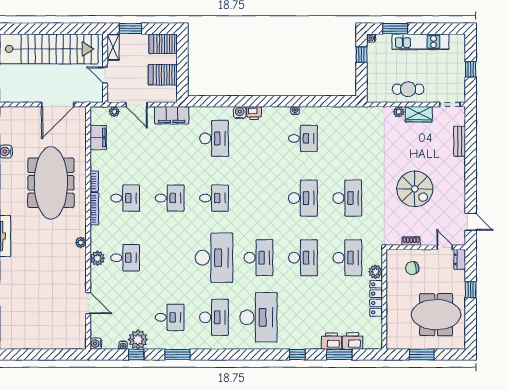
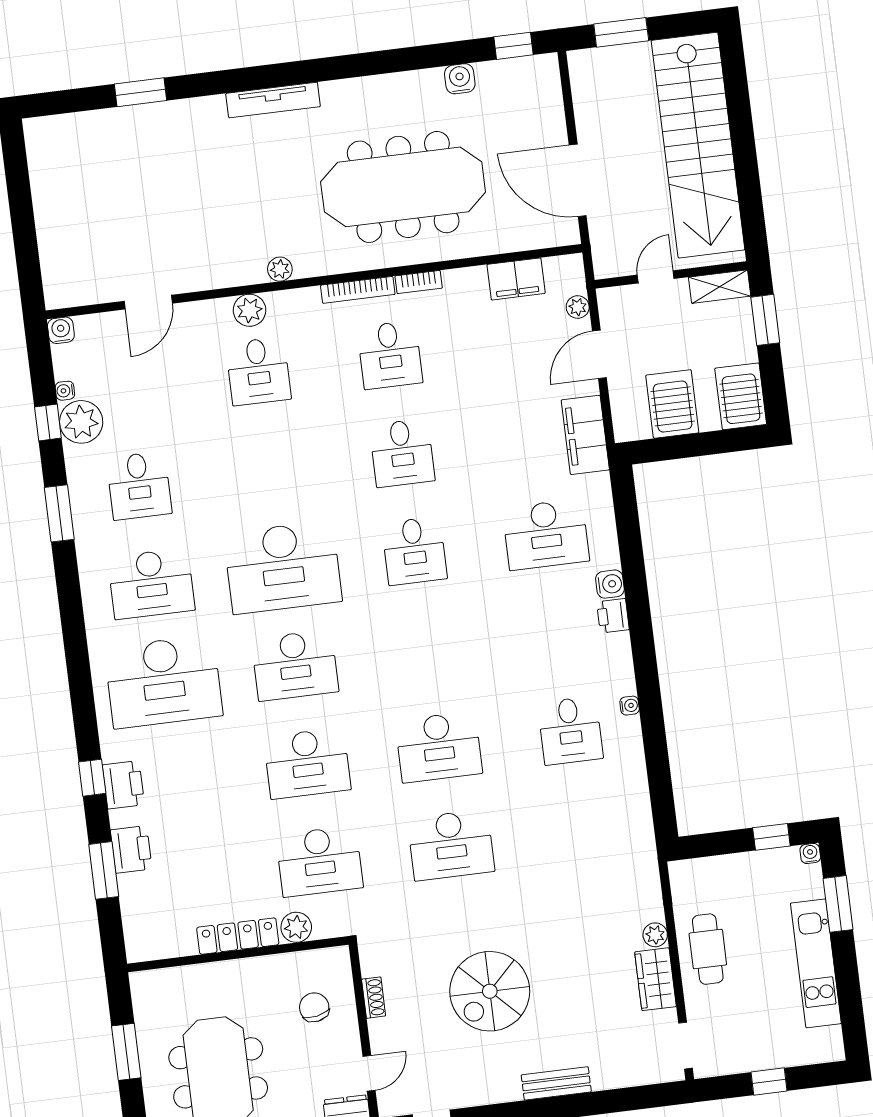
bench: (460, 141) -> (556, 1083), moved
printer: (353, 341) -> (123, 785), moved

